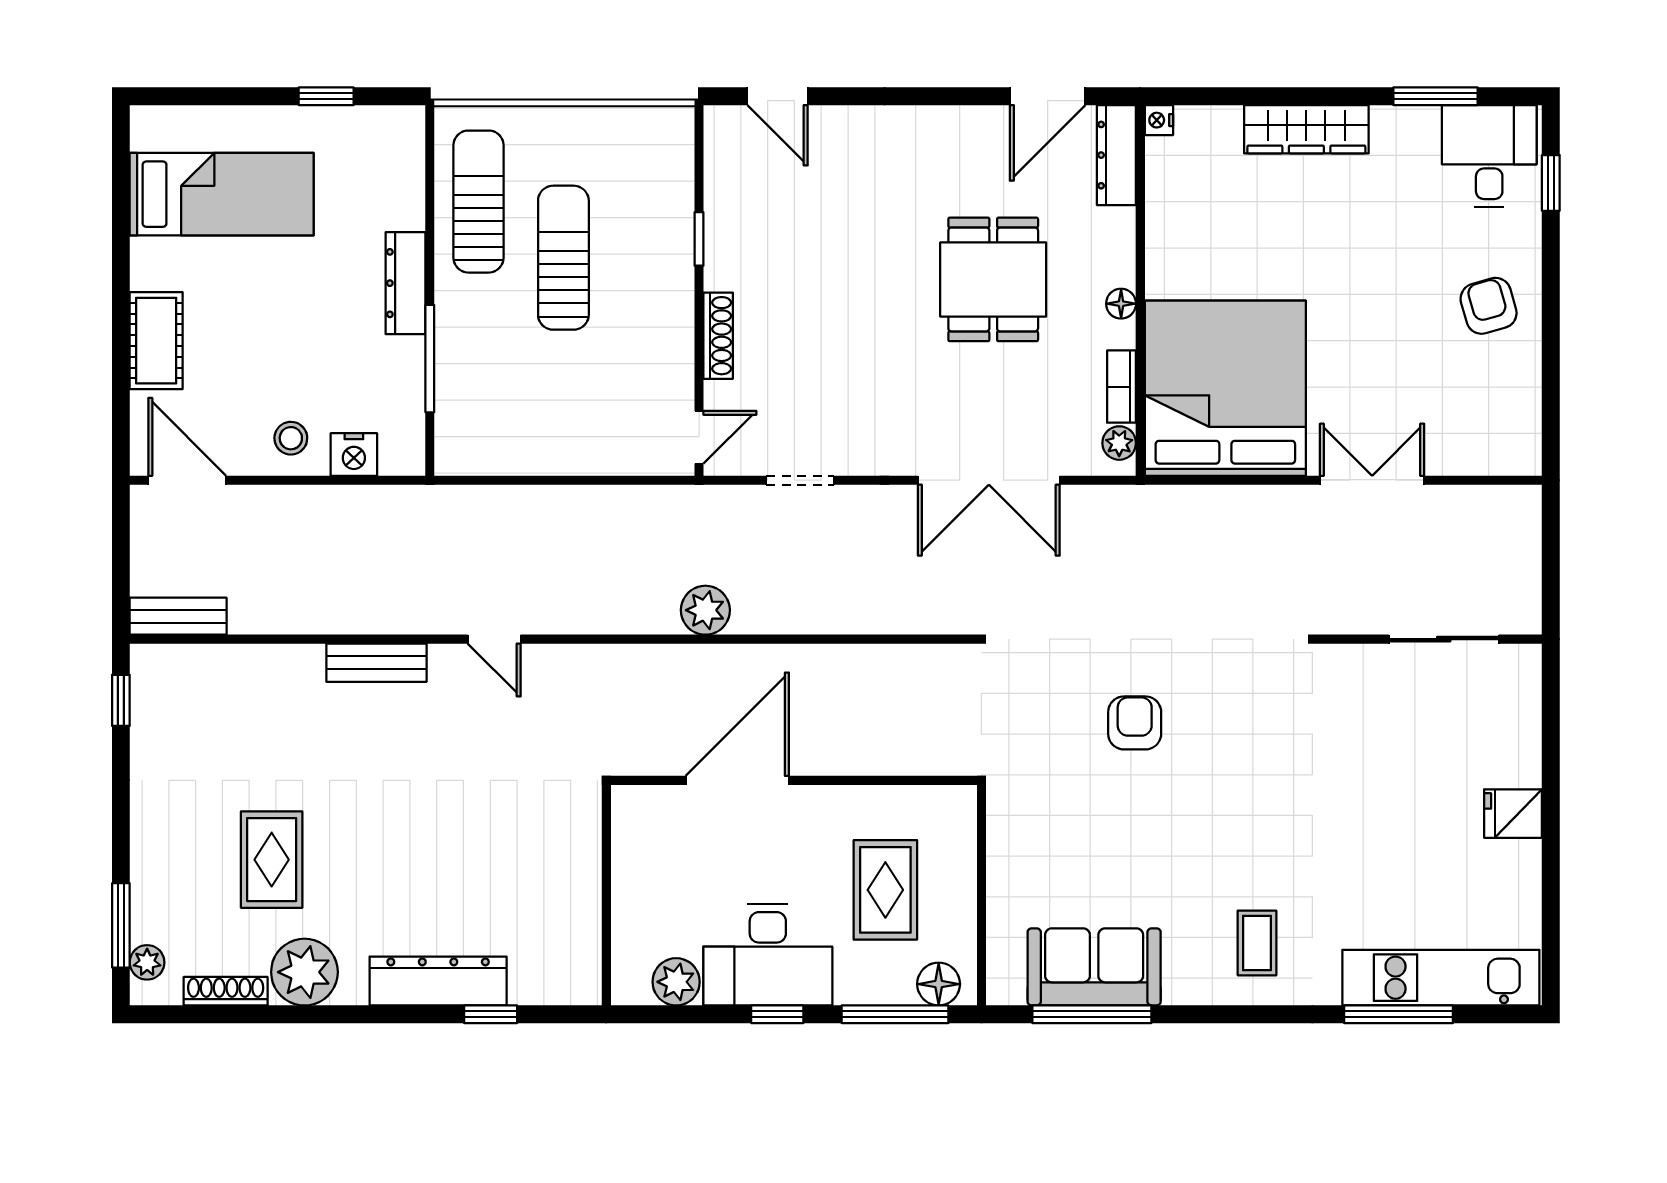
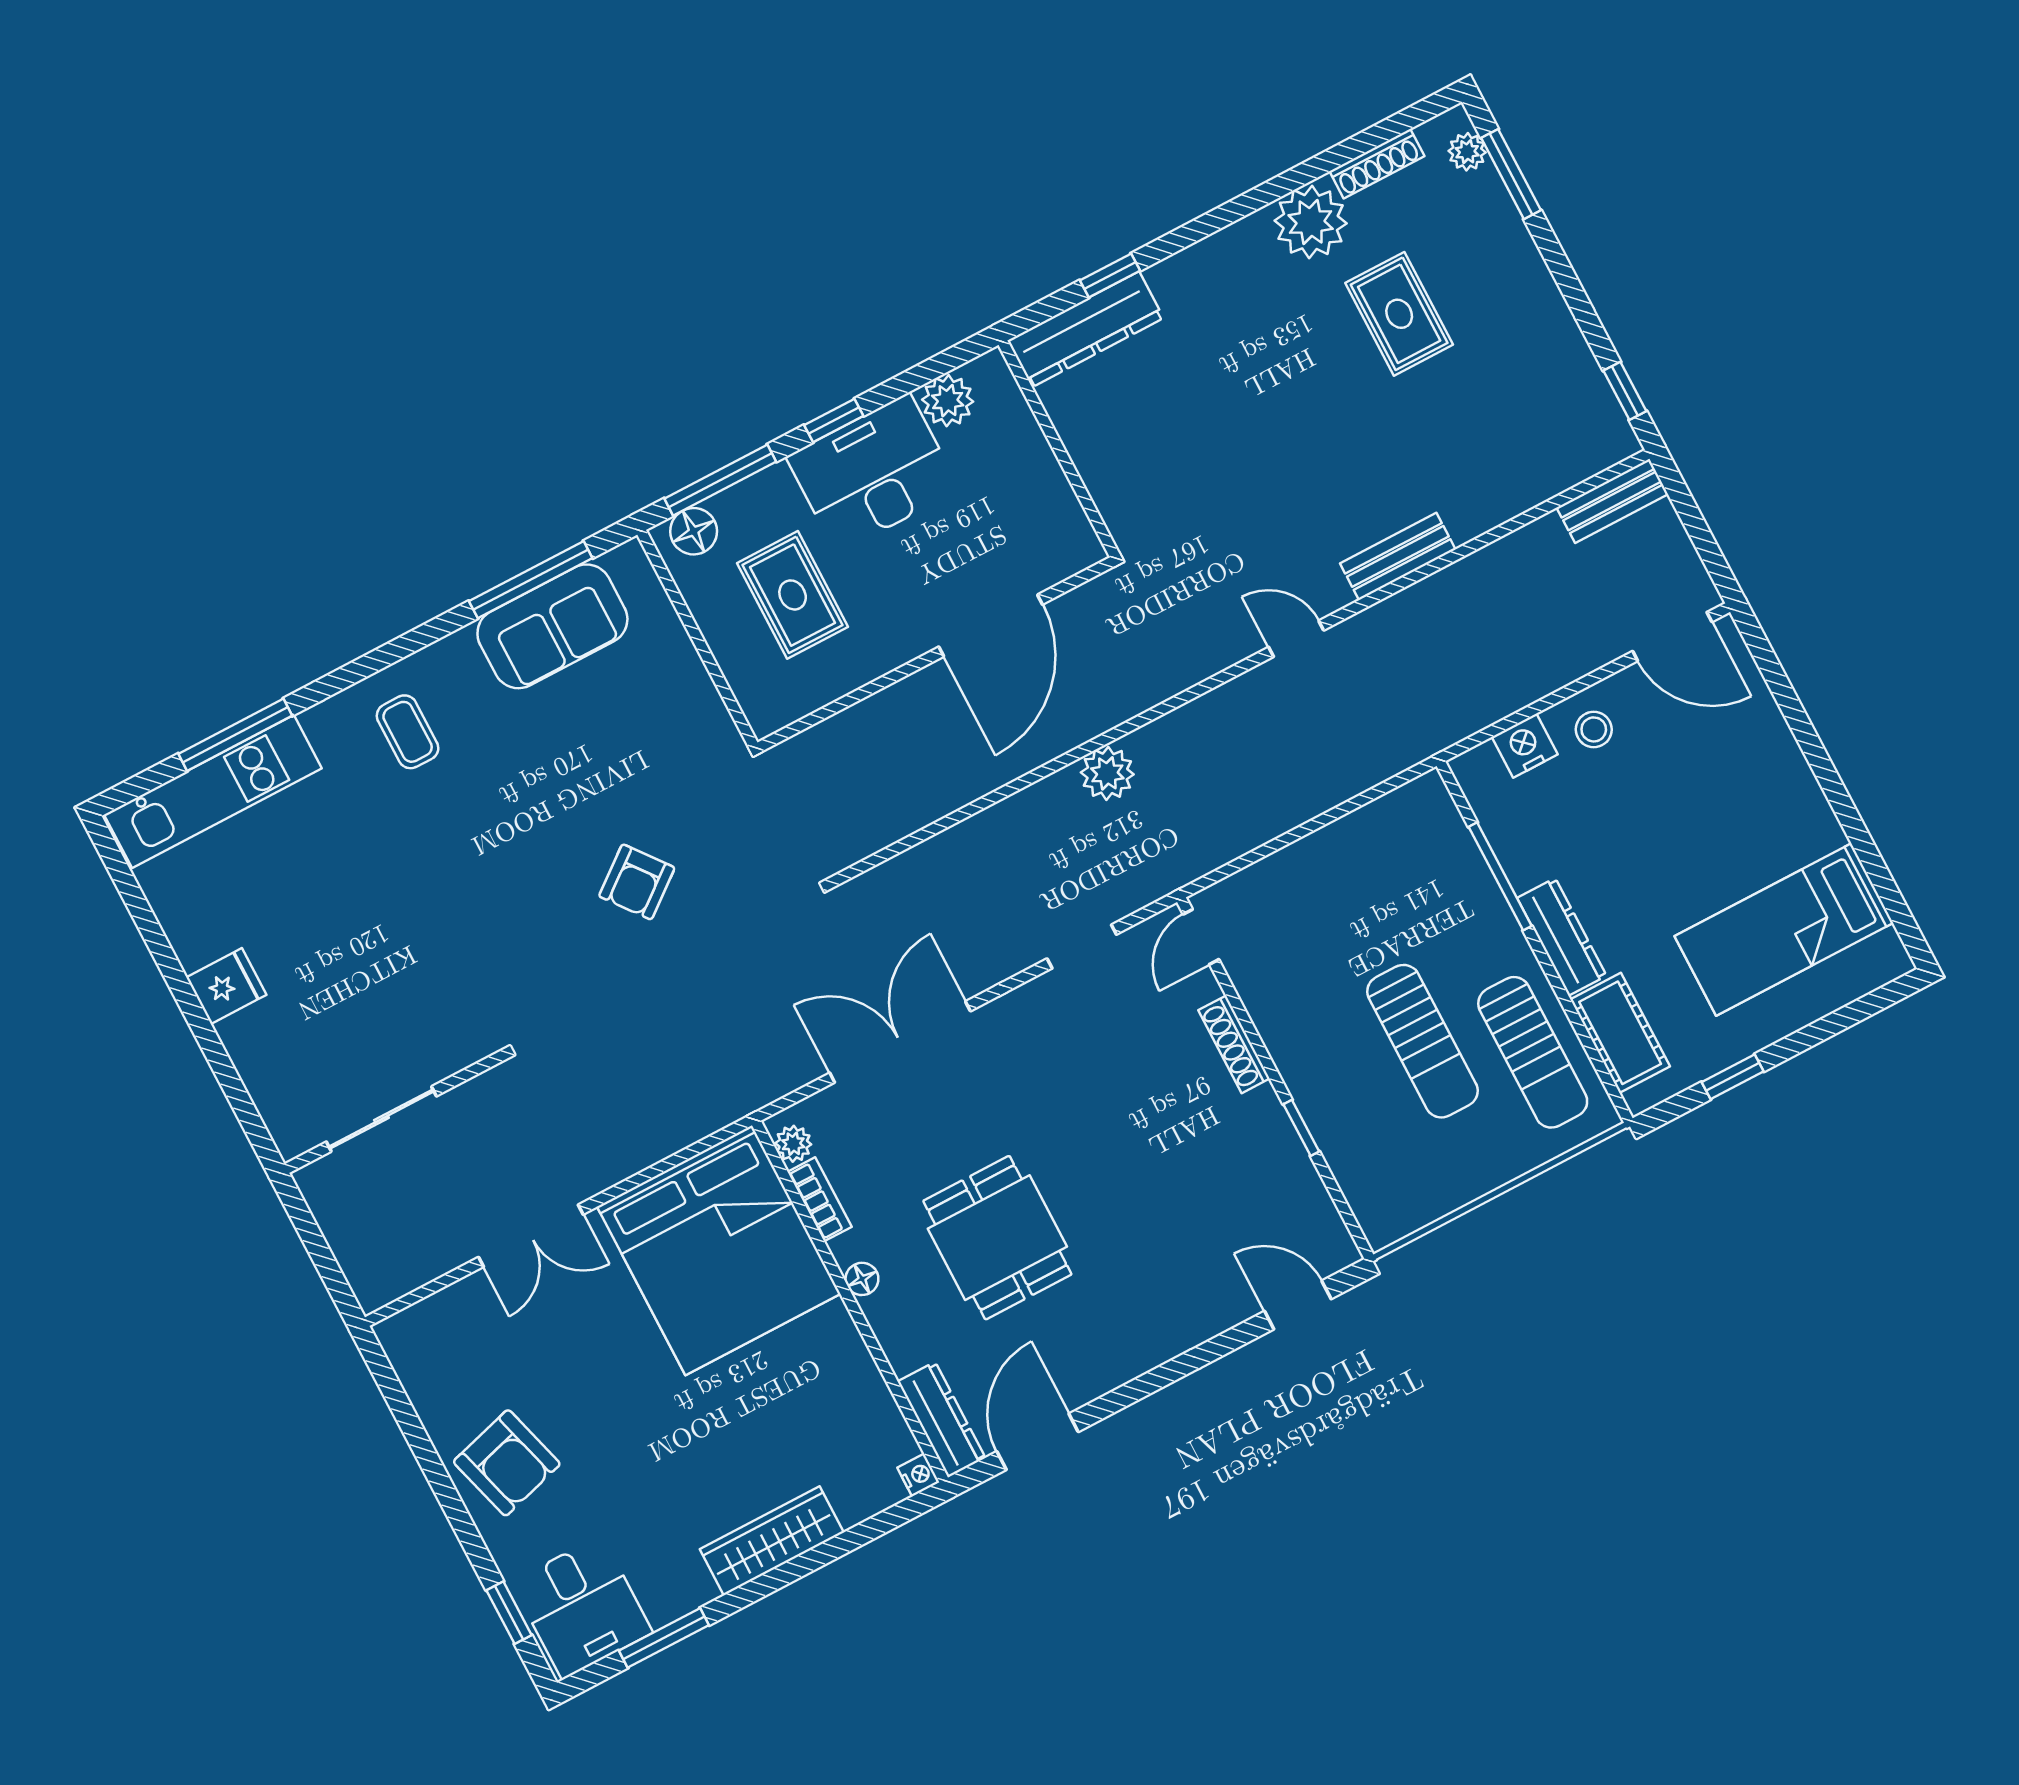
armchair: (1489, 306) -> (507, 1463), width x1.38, depth x1.38
cot: (156, 341) -> (1620, 1033), moved
armchair: (1135, 723) -> (637, 882), turned 52
dresser: (438, 981) -> (1085, 329), moved

